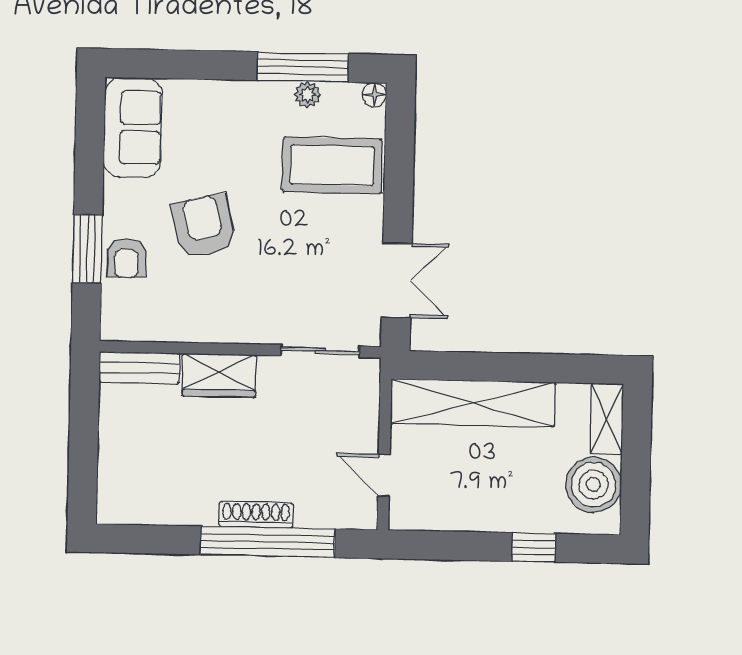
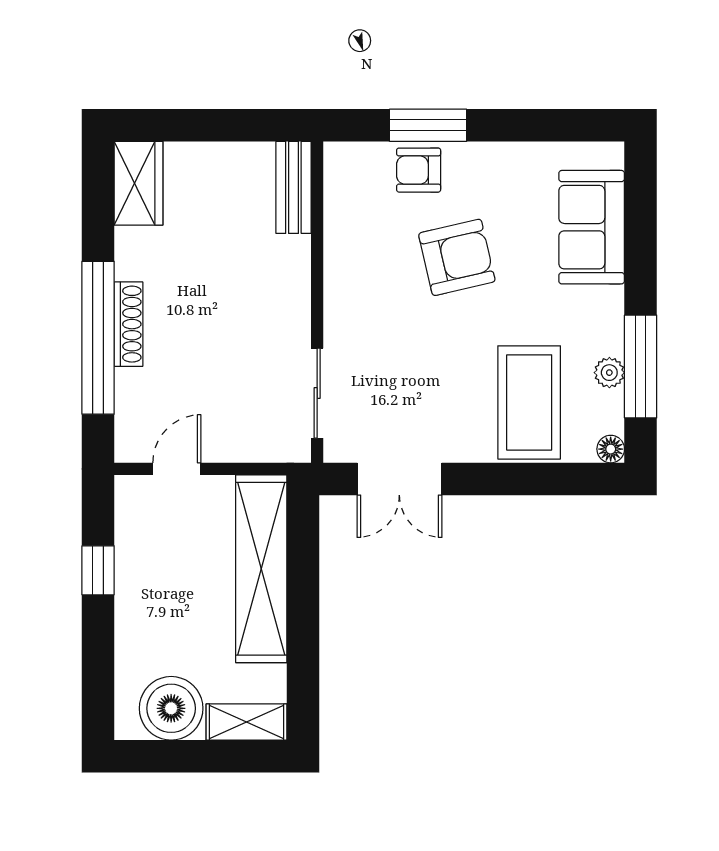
sofa: (133, 127) -> (592, 227), moved, turned 90
wardrobe: (219, 375) -> (138, 183), moved, turned 180
window: (534, 547) -> (98, 570), moved

